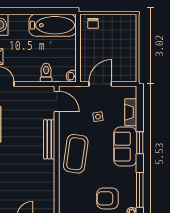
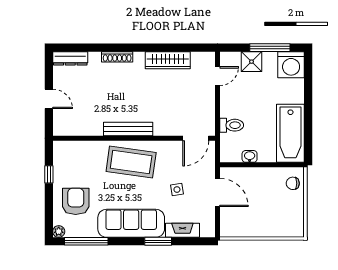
washbasin: (71, 76) -> (250, 156), moved
bench: (49, 139) -> (128, 129), moved
window: (140, 143) -> (158, 241), moved
sofa: (125, 147) -> (131, 223), width x1.36

